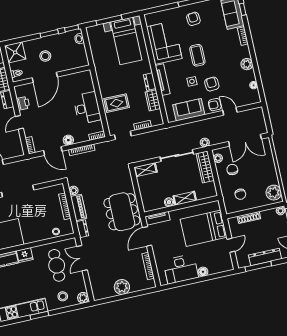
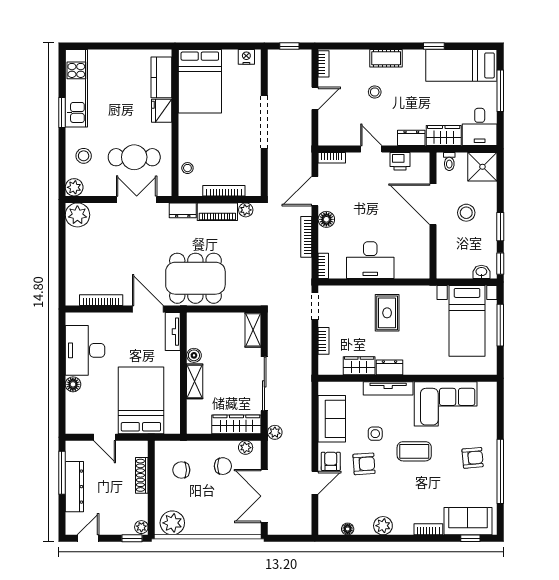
bed with nightstands: (126, 41) -> (467, 321), moved, turned -90
rug: (117, 103) -> (387, 313), moved
plant: (122, 287) -> (77, 215), moved

